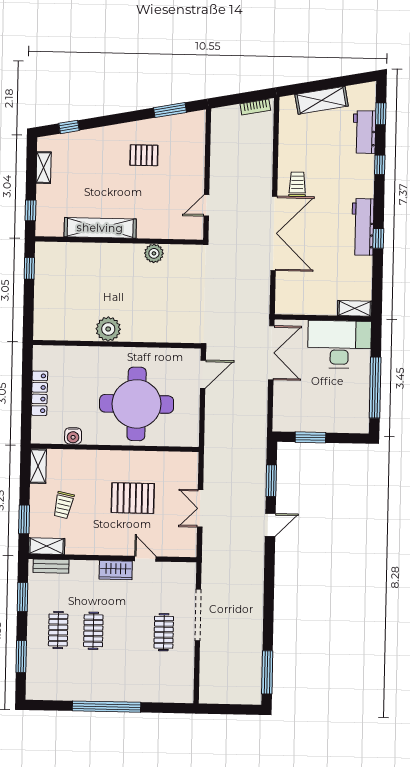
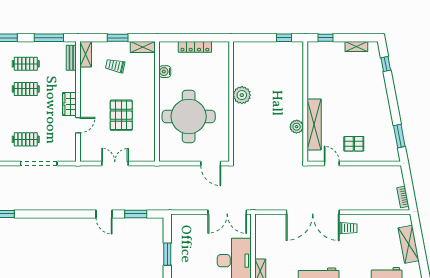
pallet: (144, 155) -> (354, 144), moved, turned 90
shelving: (100, 228) -> (314, 124), moved
window: (310, 437) -> (167, 254), moved
window: (24, 519) -> (118, 38), moved
window: (22, 597) -> (49, 38), width x1.44

